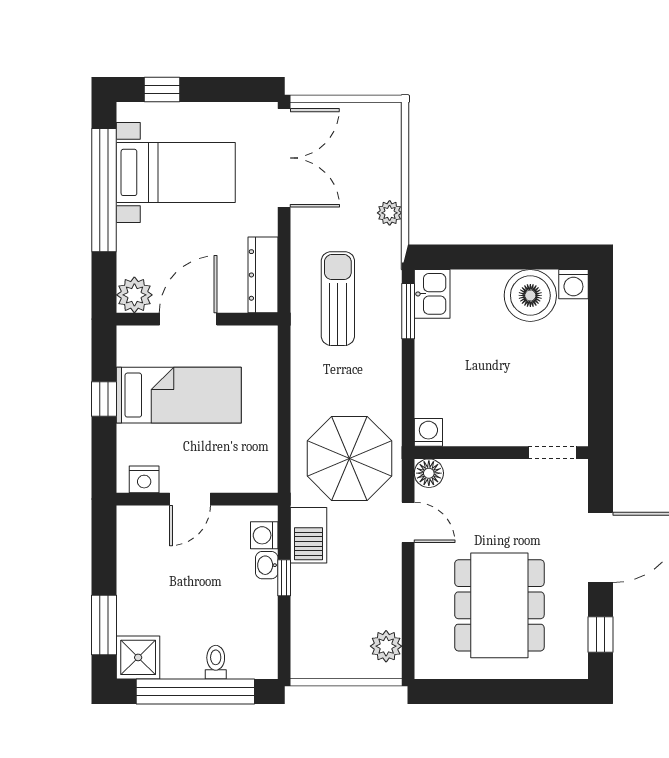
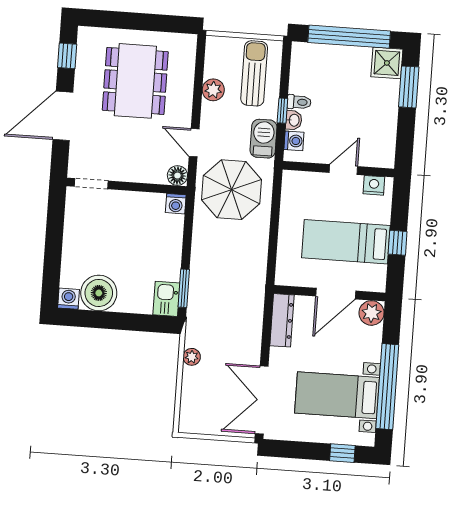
sun lounger: (338, 299) -> (254, 73), moved, turned 180
plant: (386, 646) -> (213, 90), moved
toilet: (216, 662) -> (299, 102), moved, turned -90

